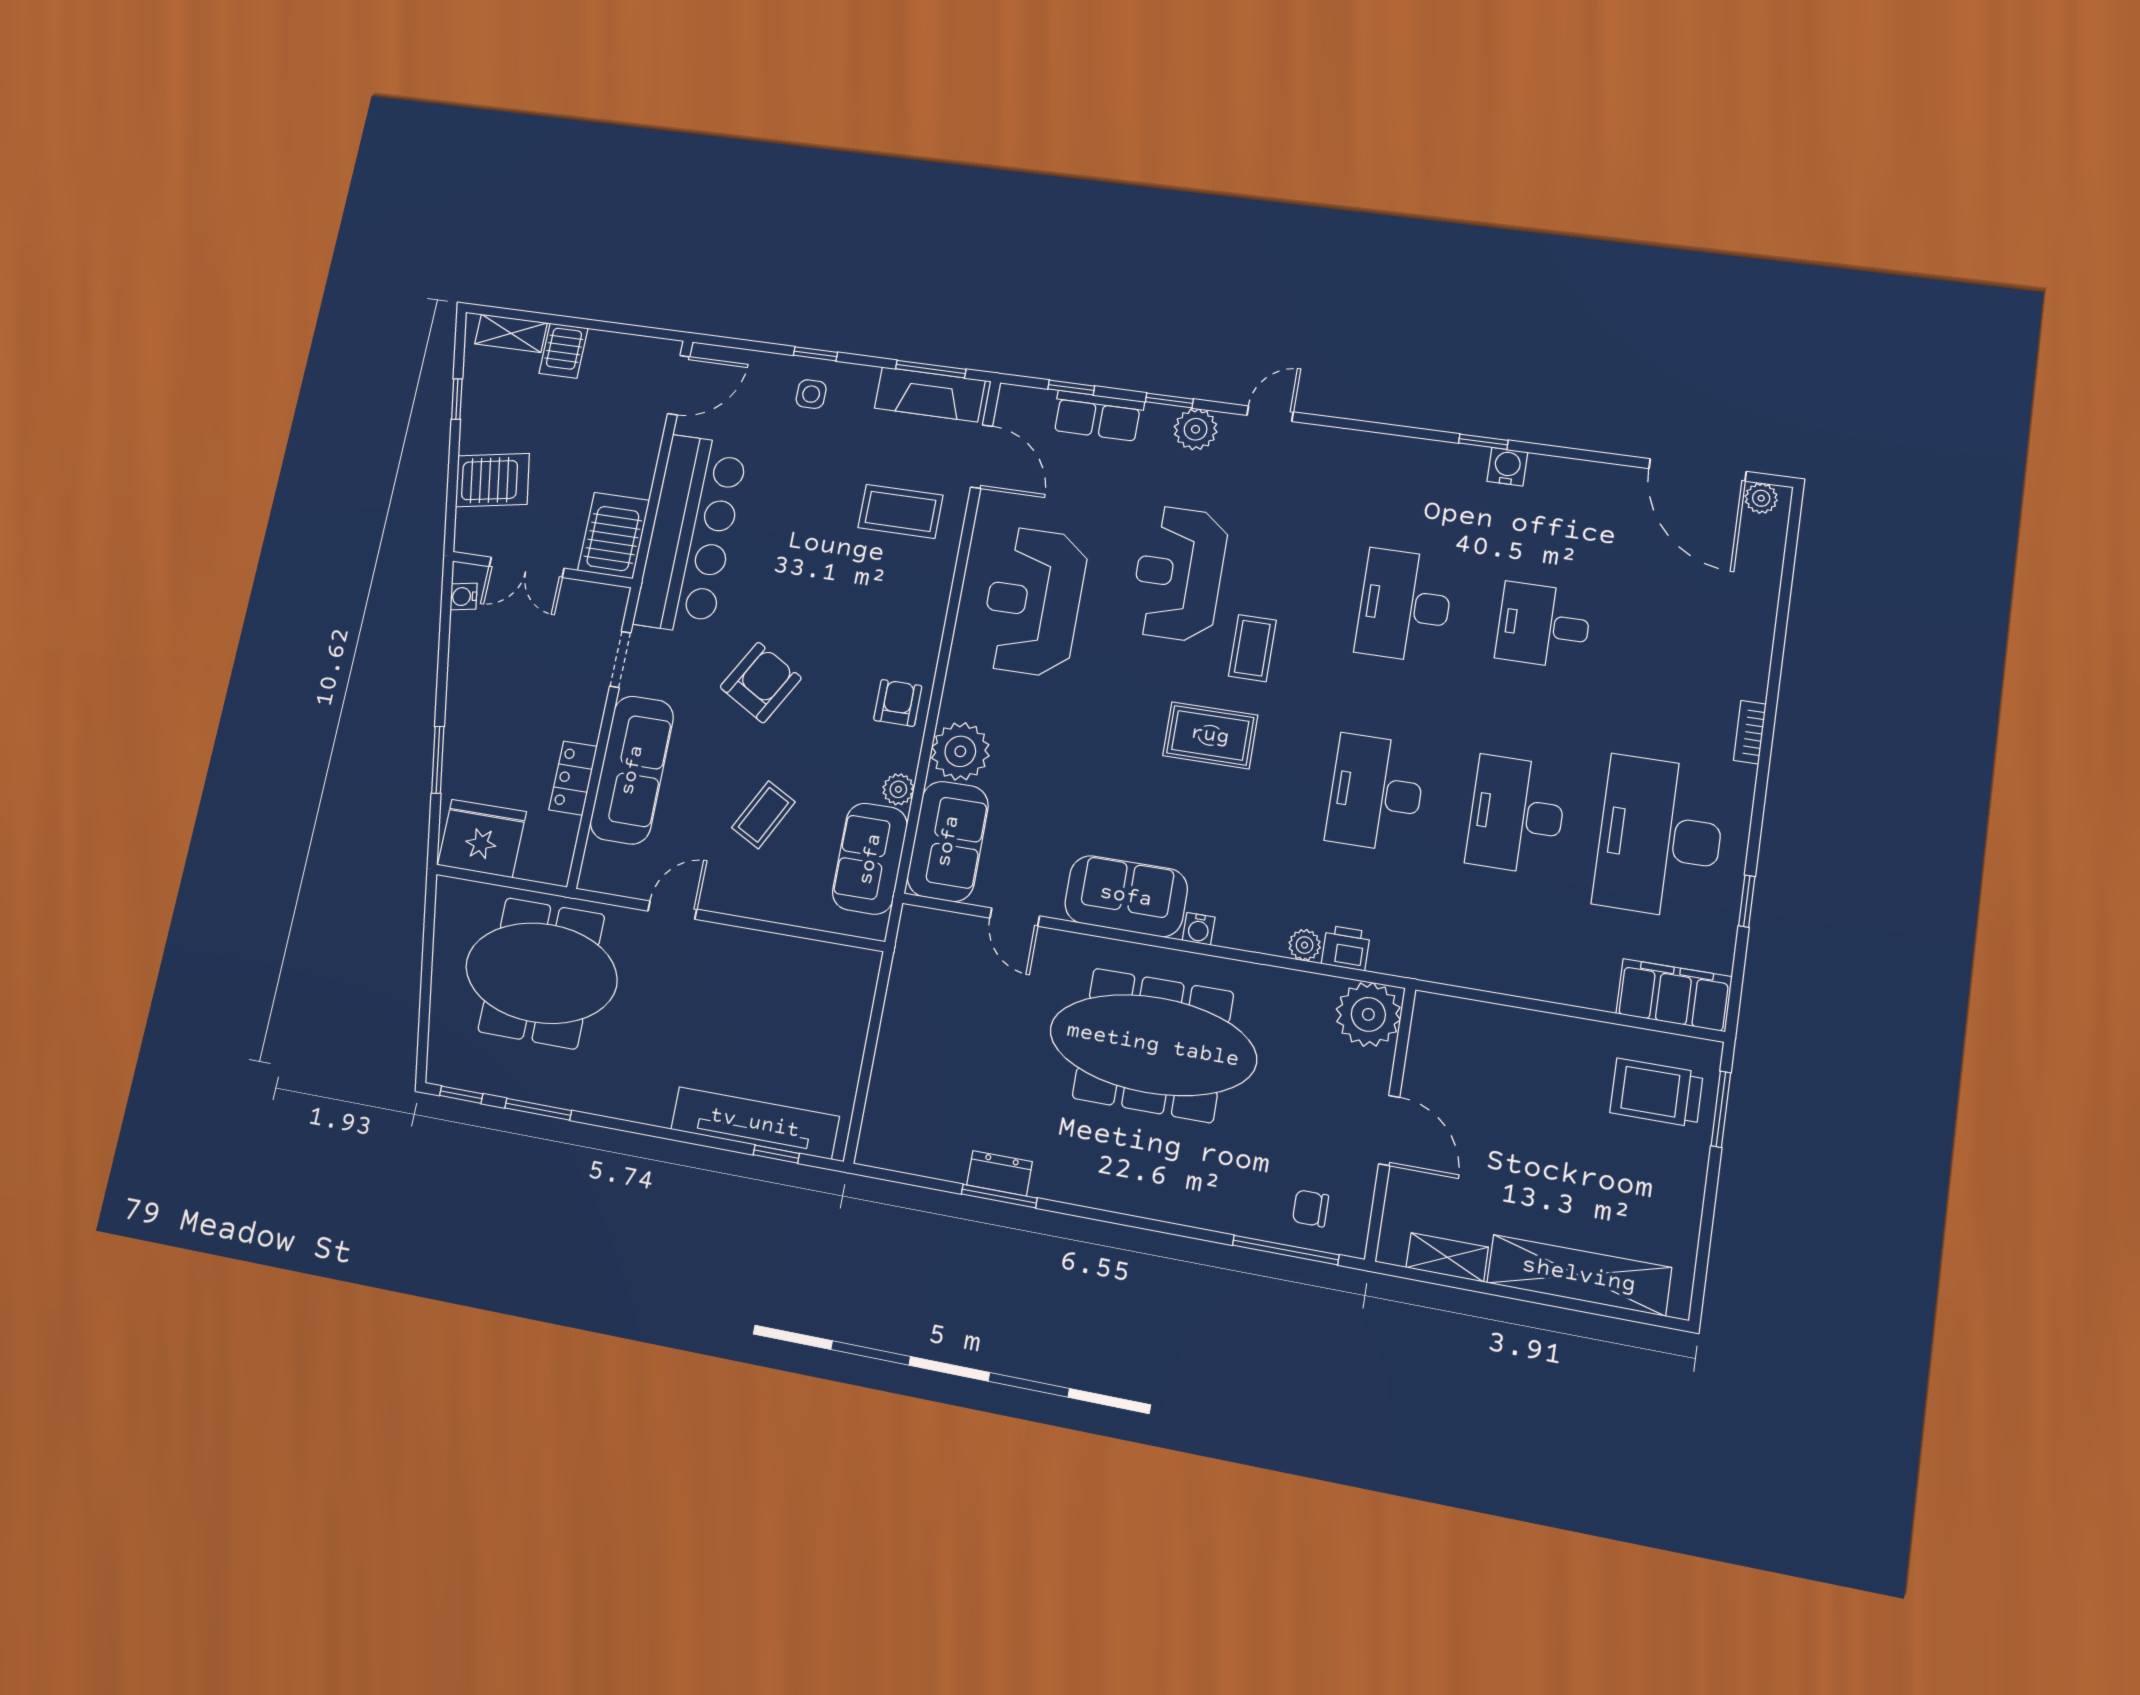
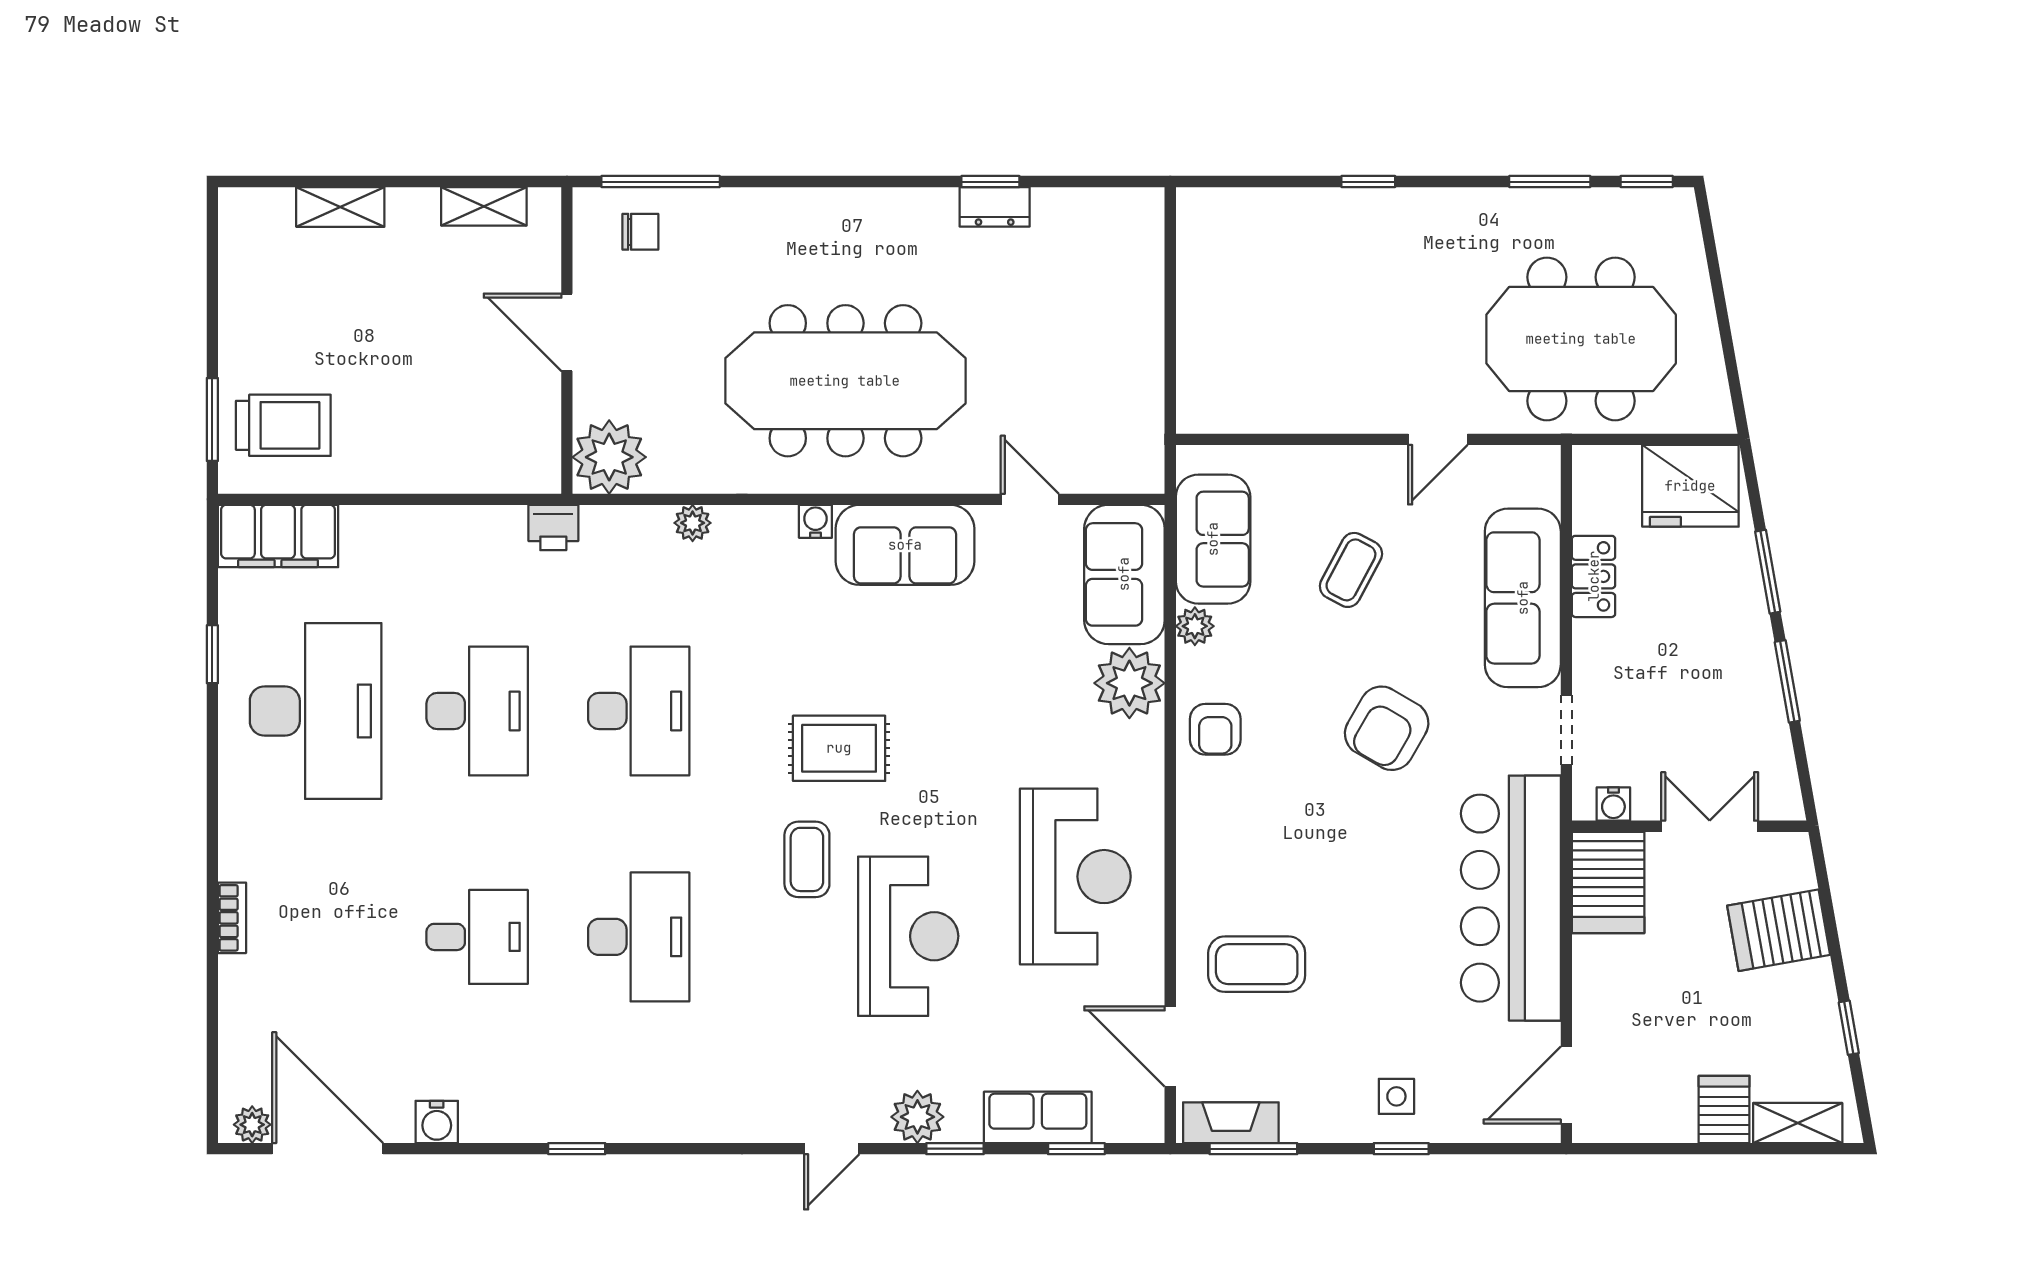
fireplace: (930, 394) -> (1231, 1123), width x0.73, depth x0.76
water cooler: (1507, 467) -> (437, 1122), moved
water cooler: (464, 596) -> (1613, 804), moved, turned 100
window: (442, 671) -> (1787, 681), added
bookcase: (1750, 732) -> (232, 918), moved
printer: (1346, 948) -> (553, 527), moved
tv unit: (755, 1123) -> (1289, 212), removed
window: (776, 1154) -> (1368, 182), moved
window: (999, 1196) -> (990, 182), width x0.67
shelving: (1579, 1275) -> (340, 207), width x0.45, depth x0.75

